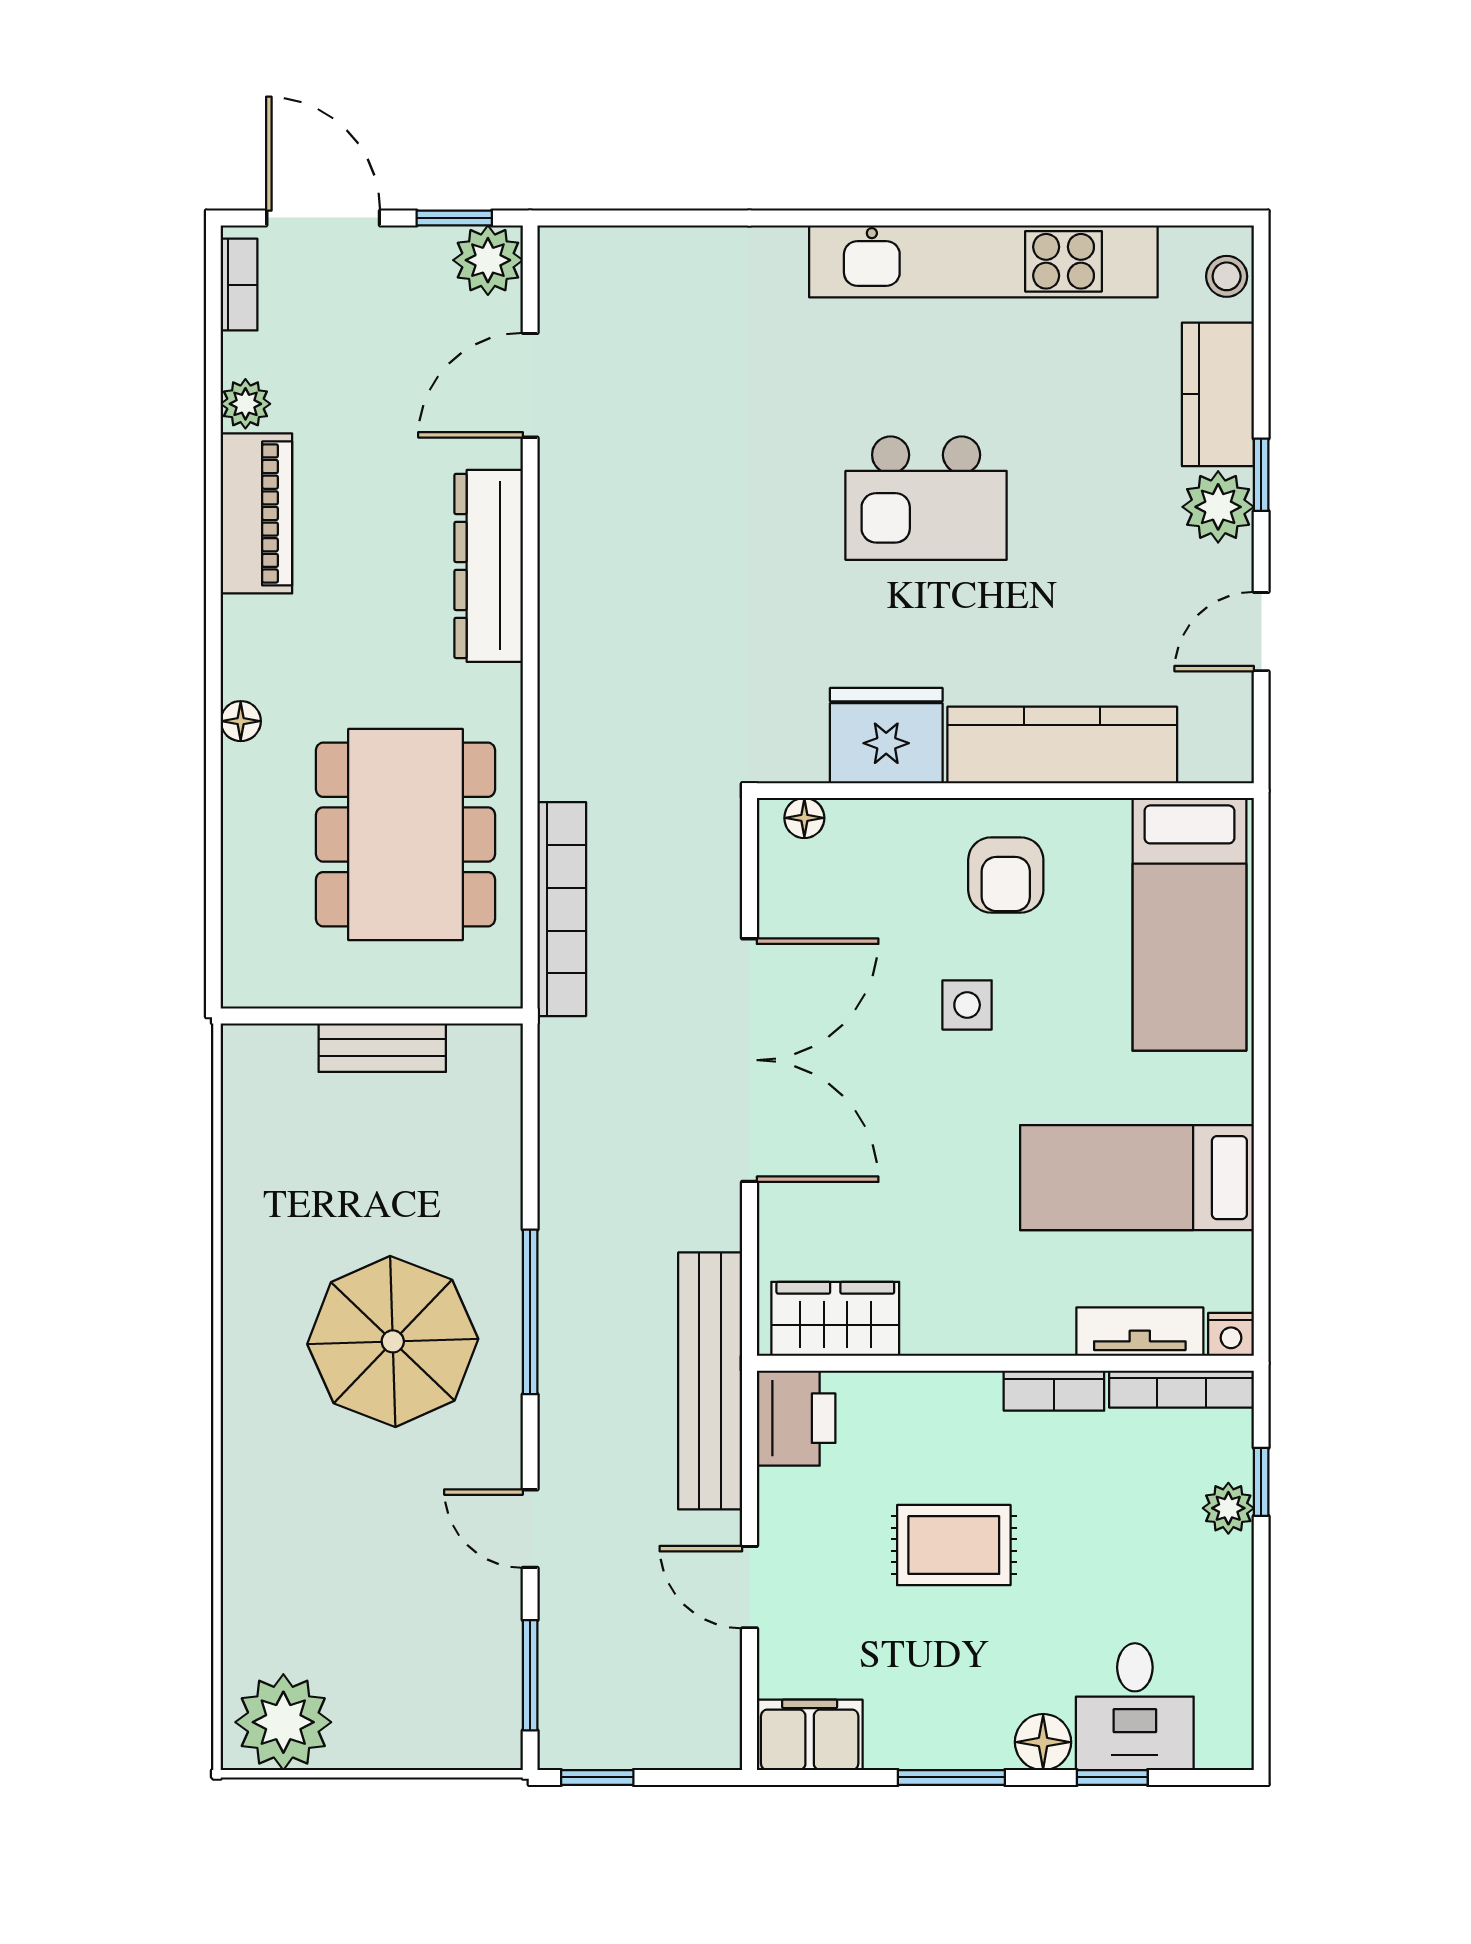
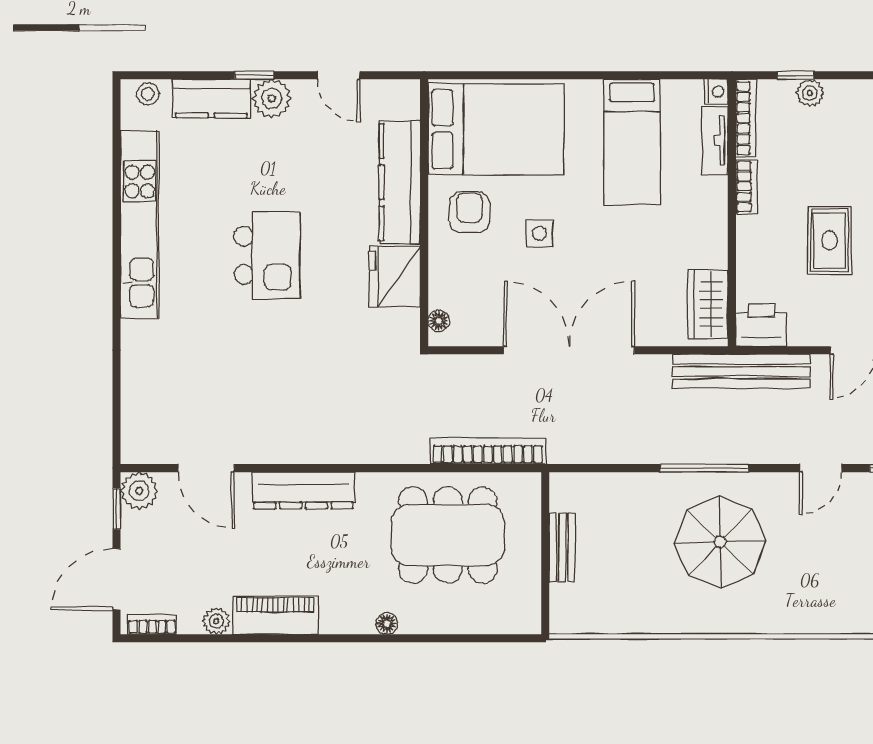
armchair: (1006, 875) -> (469, 213), turned -90
bed: (1189, 924) -> (496, 129), width x1.50

